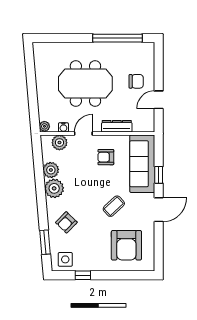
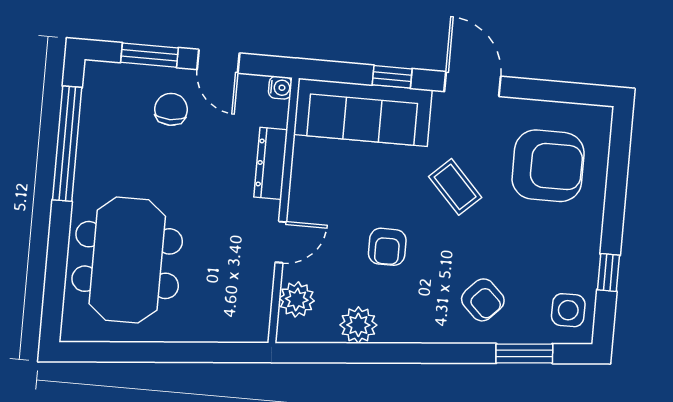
window: (159, 70) -> (149, 55), added
meeting table: (85, 83) -> (127, 260), moved
plant: (44, 126) -> (256, 331), removed
water cooler: (63, 127) -> (280, 88), moved
door: (83, 134) -> (281, 242), swing flipped
armchair: (106, 157) -> (387, 247), moved
plant: (54, 188) -> (402, 321), removed

